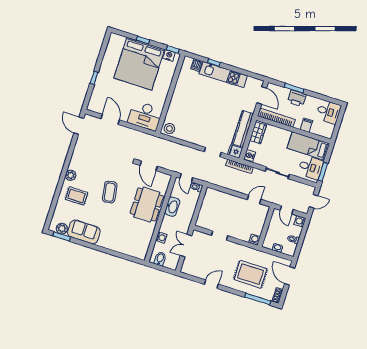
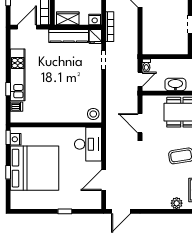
door: (149, 166) -> (140, 123), swing flipped

